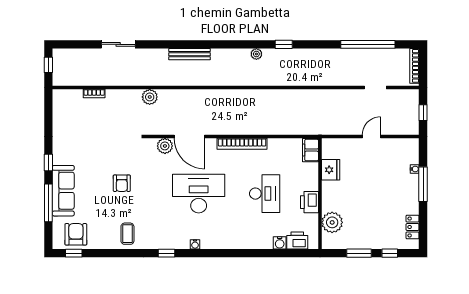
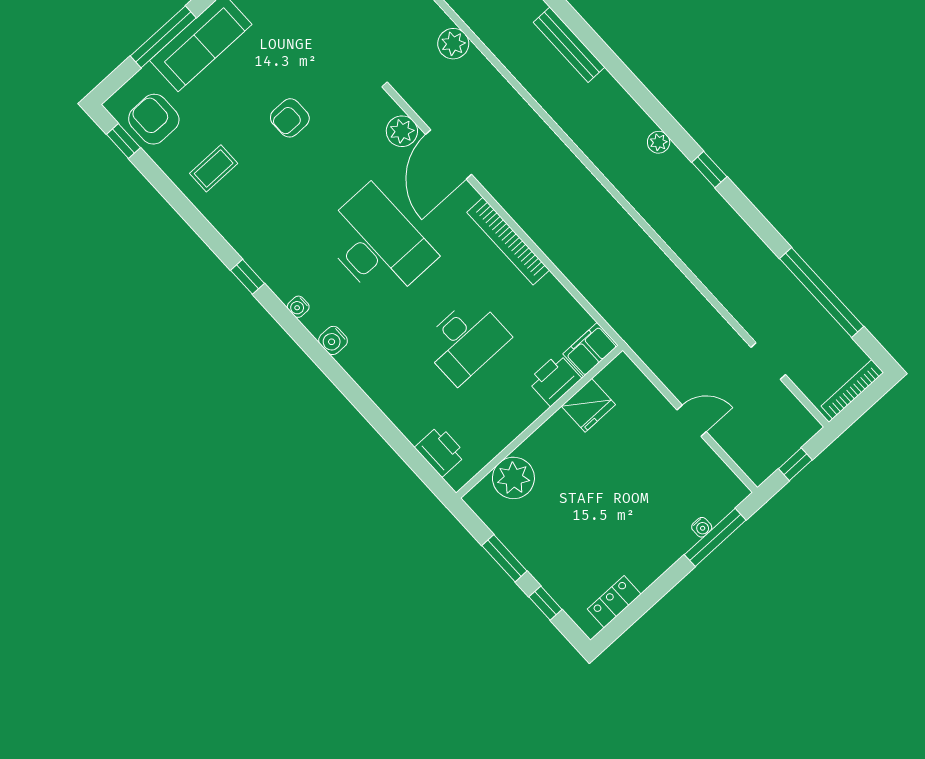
window: (423, 184) -> (715, 537), moved
printer: (309, 202) -> (554, 380), moved
armchair: (76, 234) -> (154, 119), turned -90
coffee table: (127, 234) -> (214, 168), moved
water cooler: (280, 243) -> (333, 340), moved

